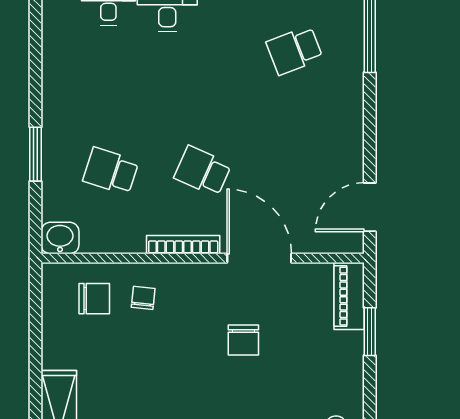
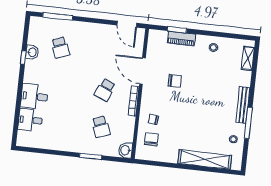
school desk: (111, 171) -> (101, 127), turned -39
door: (259, 258) -> (142, 71), hinge flipped
piano: (349, 296) -> (181, 39), moved

